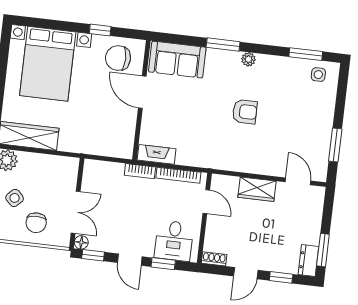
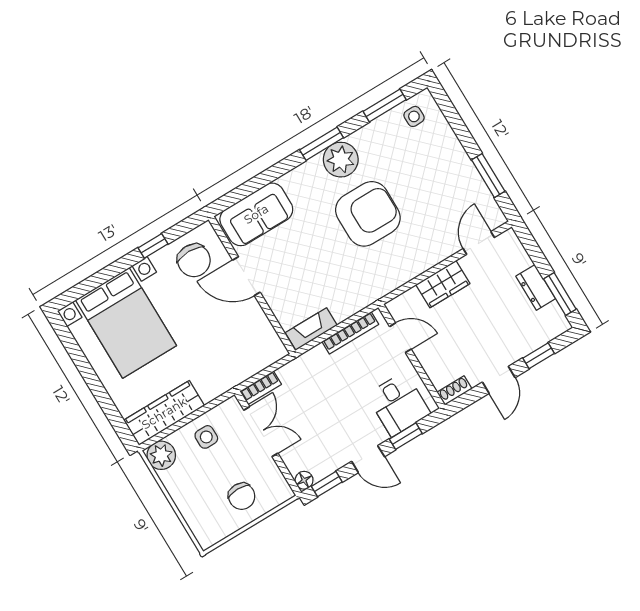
window: (223, 44) -> (322, 144), moved
chair: (118, 58) -> (194, 260), turned -90
plant: (248, 59) -> (341, 160), width x1.88, depth x1.88
armchair: (245, 112) -> (368, 214), width x1.88, depth x1.88
bookcase: (140, 171) -> (261, 388), moved
door: (298, 181) -> (479, 243), hinge flipped
side table: (15, 198) -> (206, 437), moved, turned 45
double door: (76, 212) -> (261, 432), moved
dresser: (308, 261) -> (536, 287), moved

